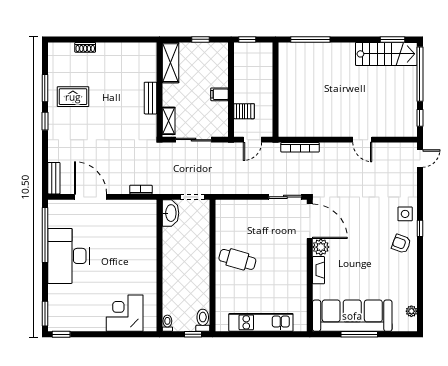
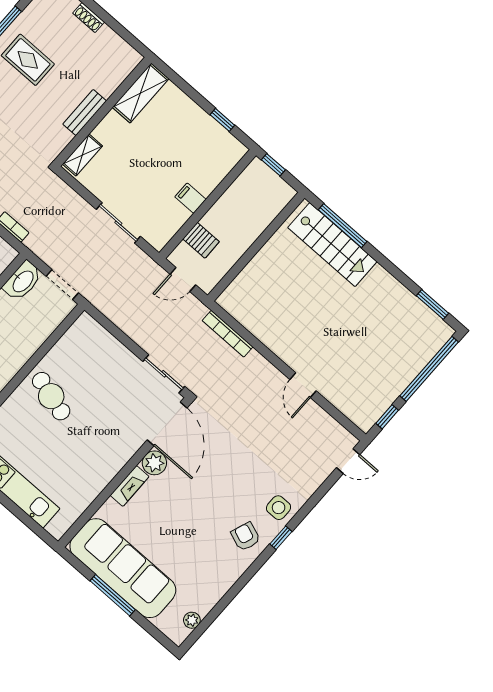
stairs: (386, 54) -> (332, 245), moved
shelving: (170, 63) -> (141, 93), moved
wall: (159, 90) -> (103, 112), moved
bench: (151, 98) -> (85, 113), moved
shelving: (169, 121) -> (82, 155), moved

